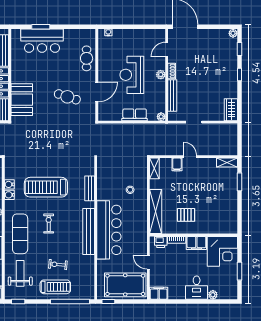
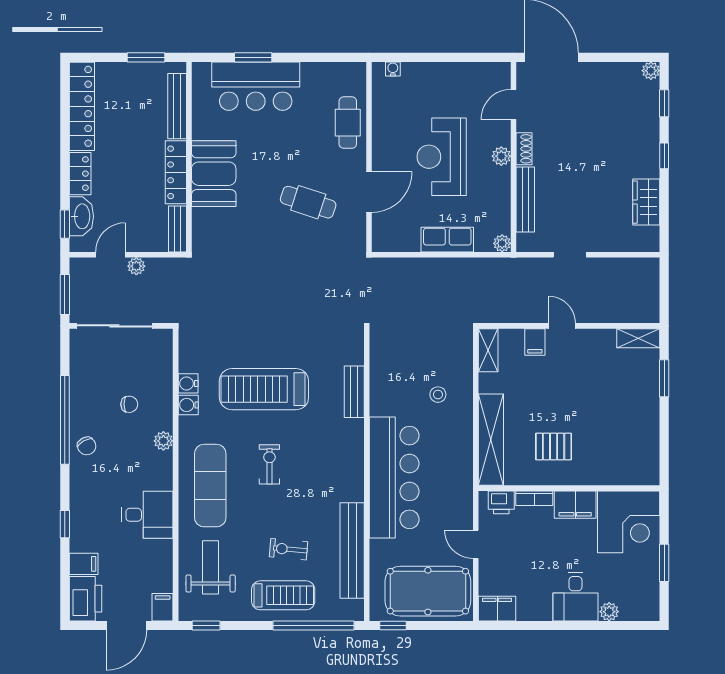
booth: (22, 100) -> (214, 174), moved
wardrobe: (231, 110) -> (646, 202), moved
bench: (89, 232) -> (352, 550), moved

